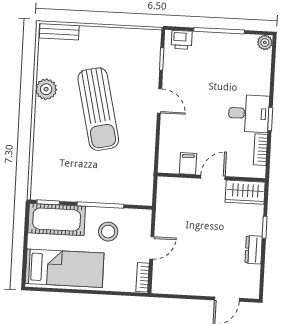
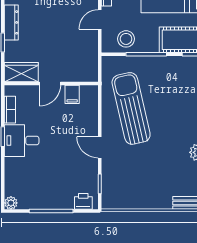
sun lounger: (98, 109) -> (131, 108), moved
stool: (108, 232) -> (126, 39), moved
dresser: (254, 250) -> (11, 22), width x1.44

